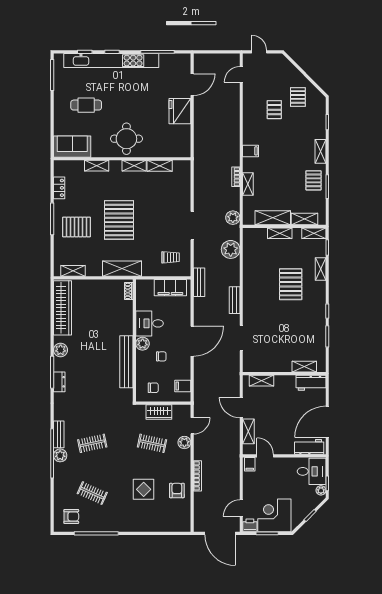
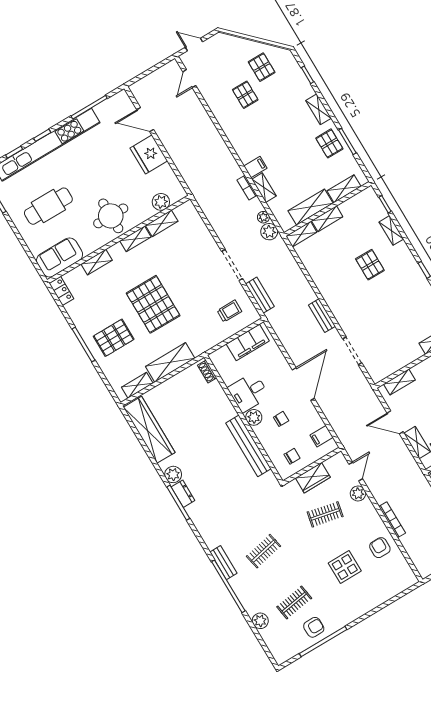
door: (192, 85) -> (145, 120), swing flipped
cafe table: (86, 105) -> (48, 206), width x1.37, depth x1.35
plant: (168, 150) -> (161, 202), added
filing cabinet: (251, 151) -> (255, 167), moved
locker: (59, 188) -> (61, 291), moved
shelving: (314, 233) -> (301, 234), moved
plant: (231, 249) -> (263, 217), moved, width x0.53, depth x0.53
shelving: (122, 269) -> (170, 362), moved
bench: (199, 282) -> (260, 295), moved
pallet: (291, 284) -> (370, 265), width x0.67, depth x0.71
dresser: (59, 382) -> (183, 494), moved
plant: (60, 455) -> (260, 621), moved
clothes rail: (92, 493) -> (294, 602), turned -33
armchair: (71, 516) -> (314, 627), moved

